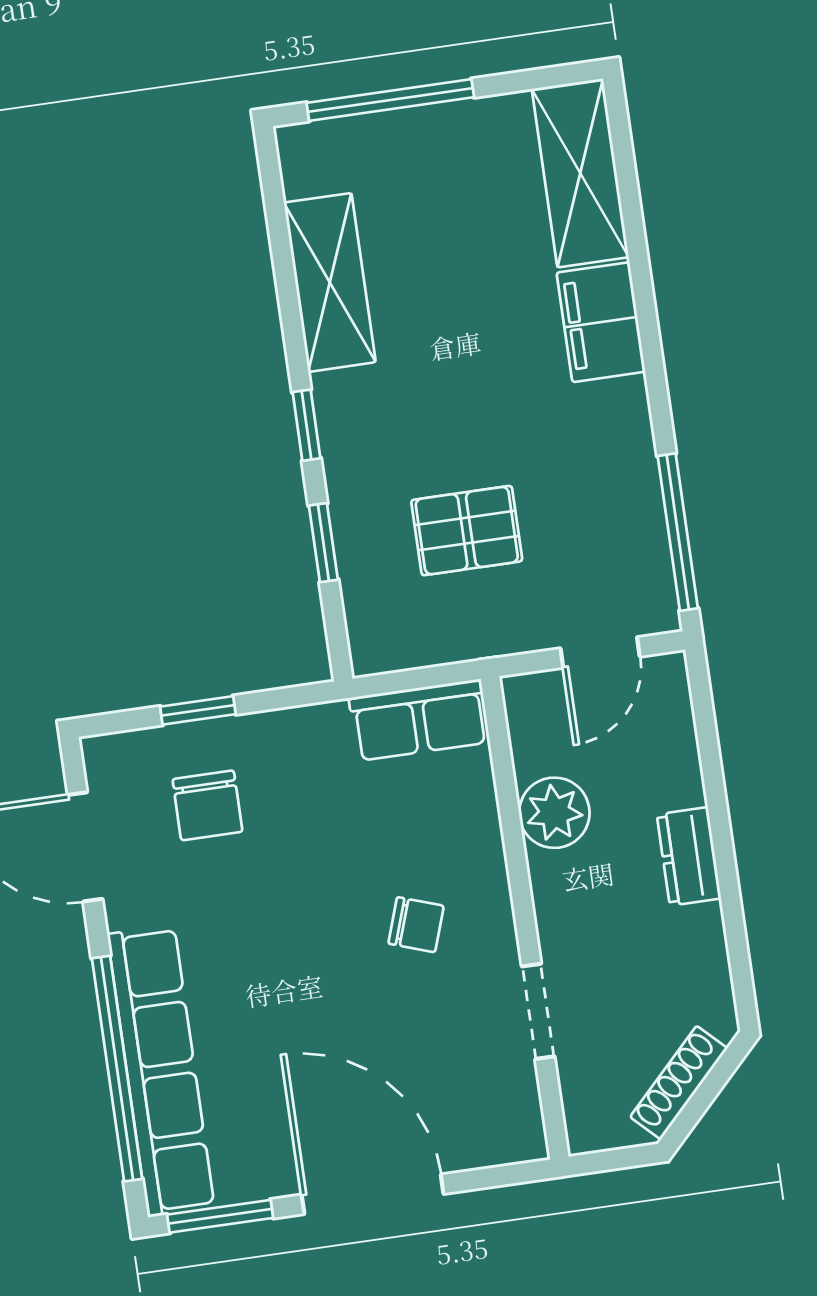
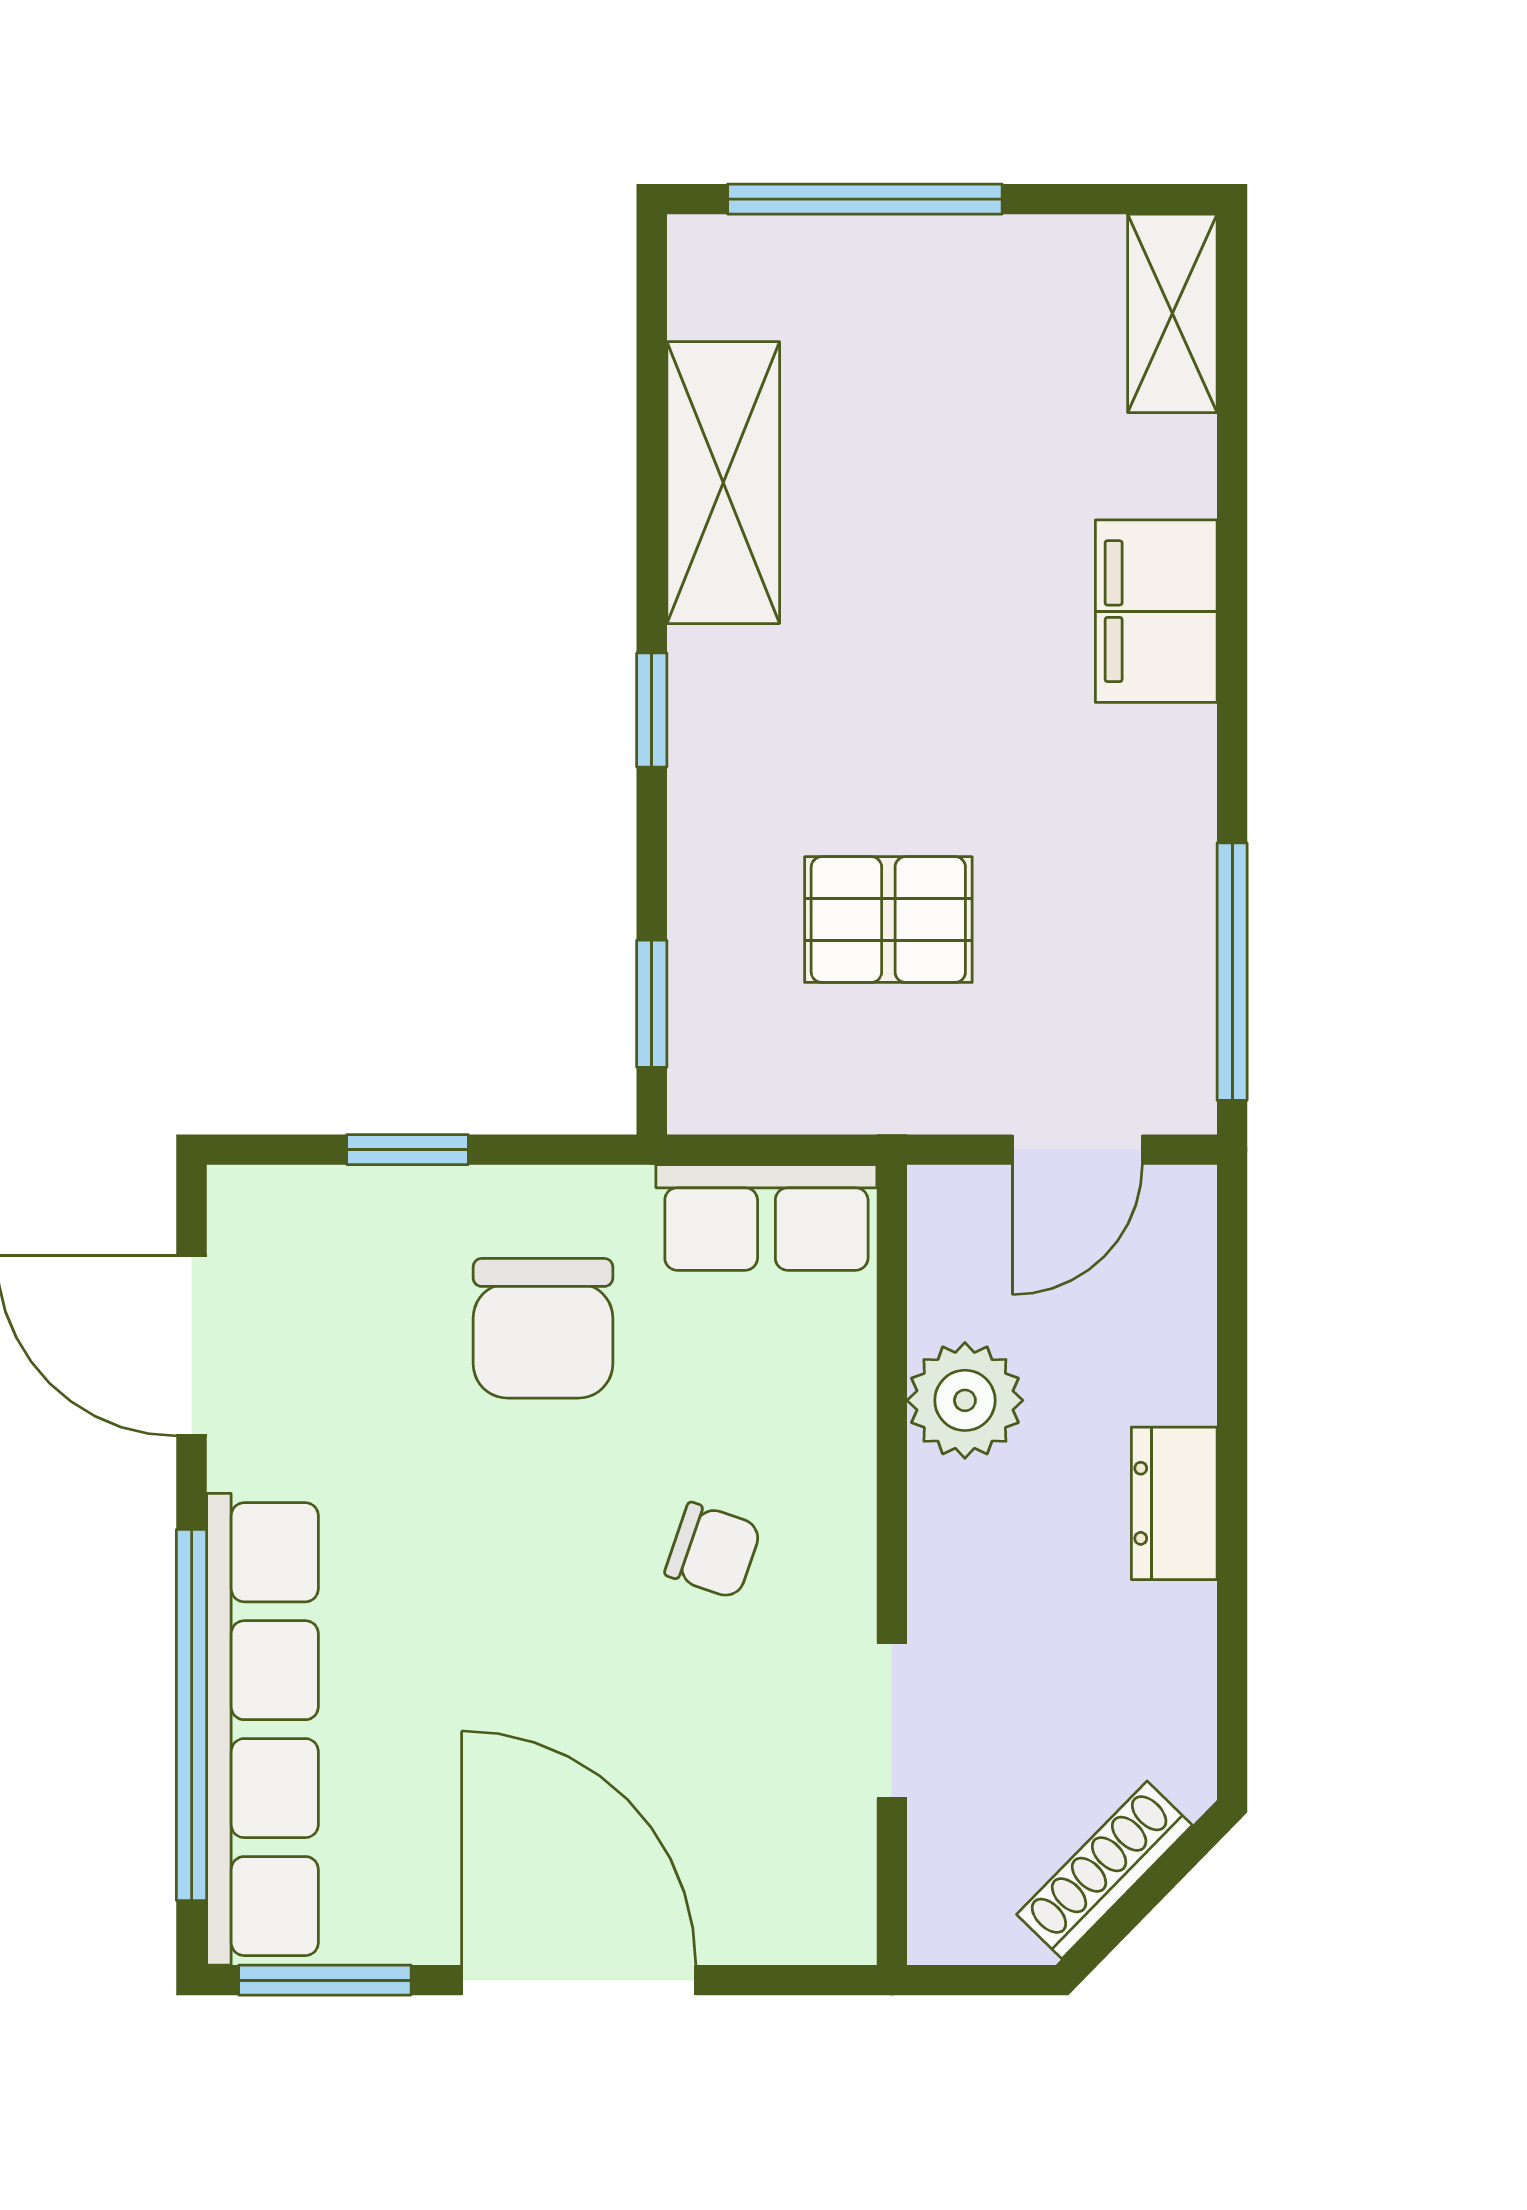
shelving: (580, 173) -> (1172, 313), width x0.67, depth x0.75
window: (323, 543) -> (652, 1004), moved
chair: (207, 805) -> (543, 1328), moved, width x1.37, depth x1.37

